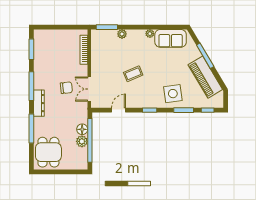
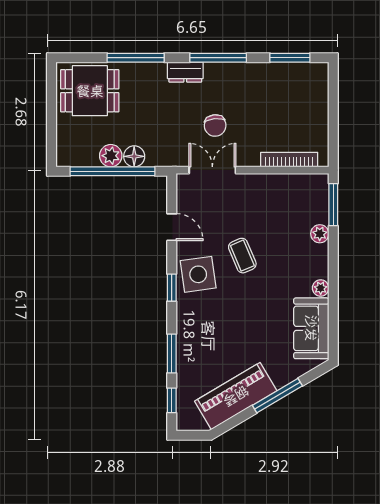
side table: (173, 94) -> (198, 274), moved
dresser: (39, 103) -> (185, 72), width x0.70

